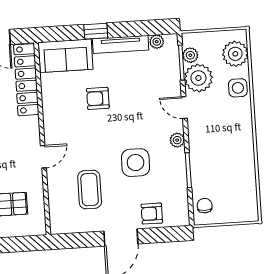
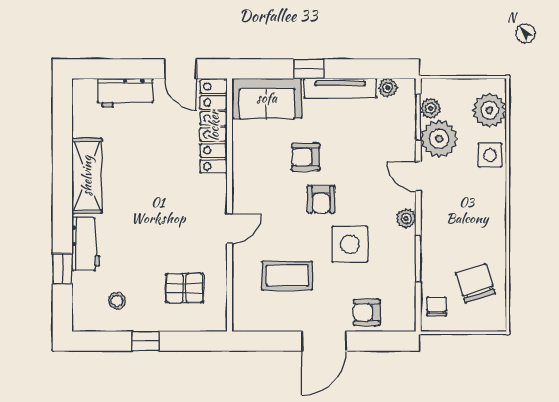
armchair: (112, 130) -> (321, 199), added
chair: (233, 186) -> (475, 283), added
coffee table: (90, 189) -> (287, 276), turned 90

